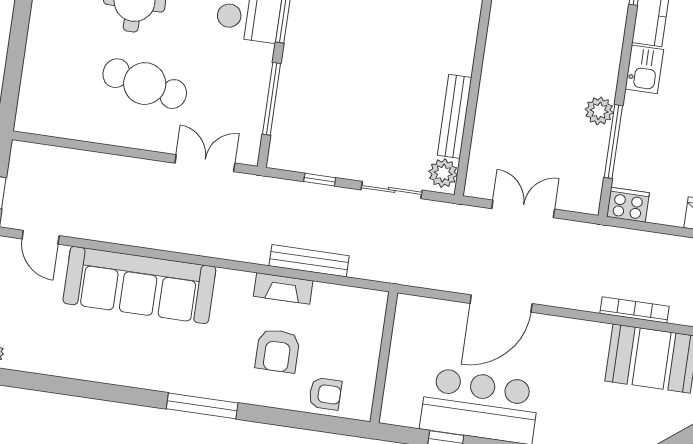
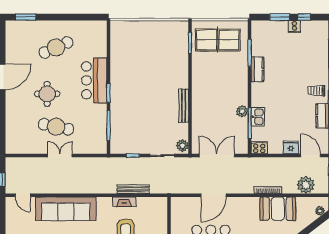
kitchen sink: (644, 69) -> (258, 117), moved
bench: (454, 116) -> (184, 106), moved
double door: (205, 163) -> (60, 155), moved
double door: (523, 209) -> (217, 155), width x1.37

